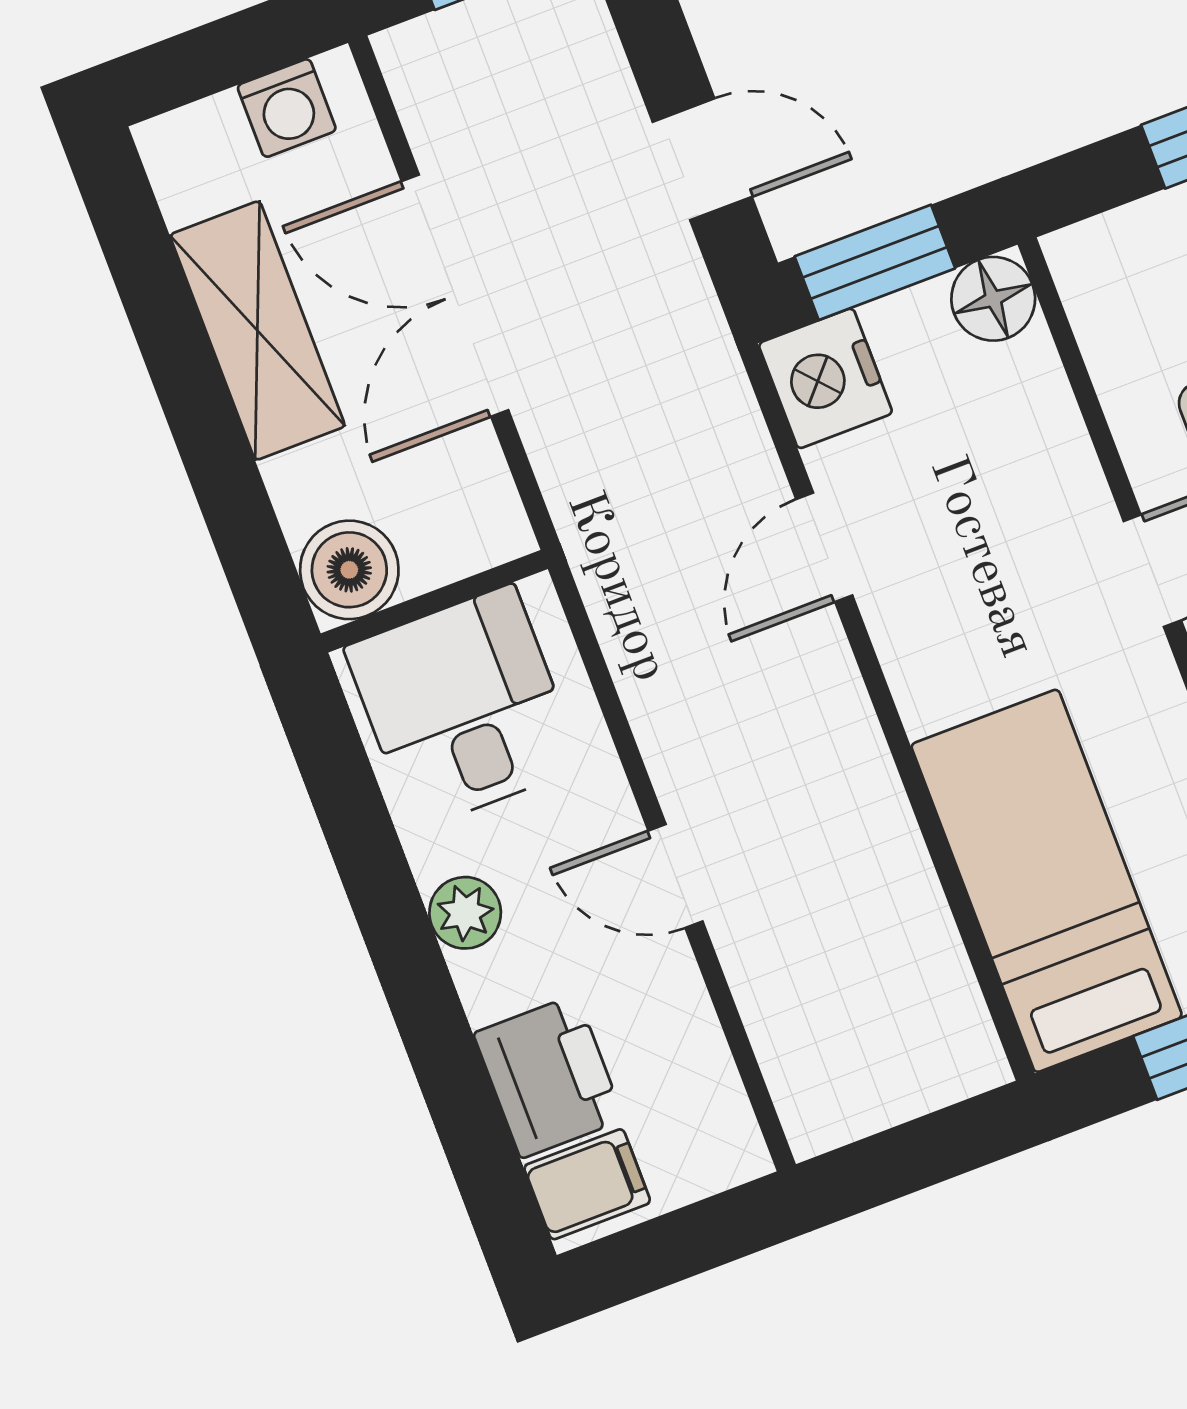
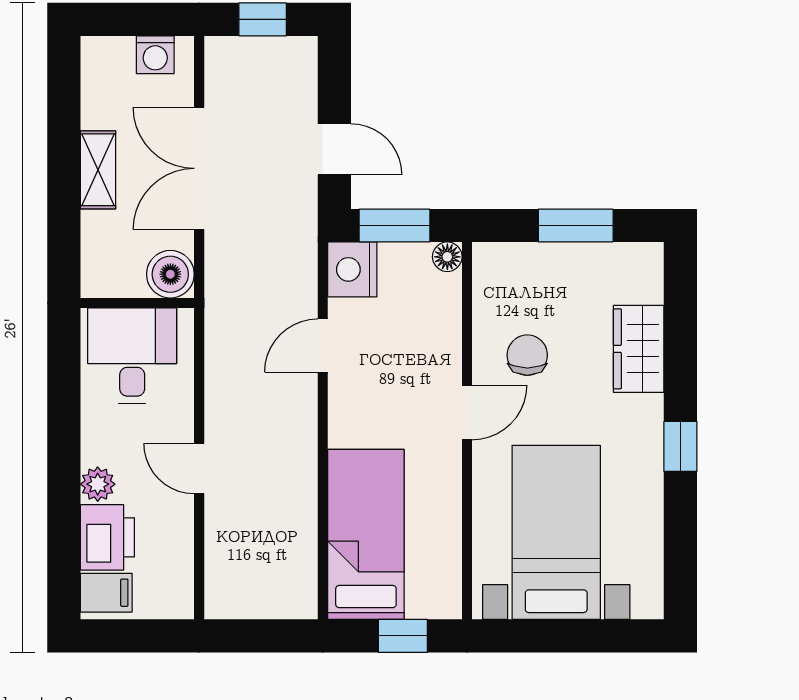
floor lamp: (993, 299) -> (447, 257), width x0.73, depth x0.73
shelving: (257, 331) -> (98, 170), width x0.67, depth x0.75
boiler: (349, 570) -> (170, 274), moved
plant: (465, 913) -> (98, 484), moved

